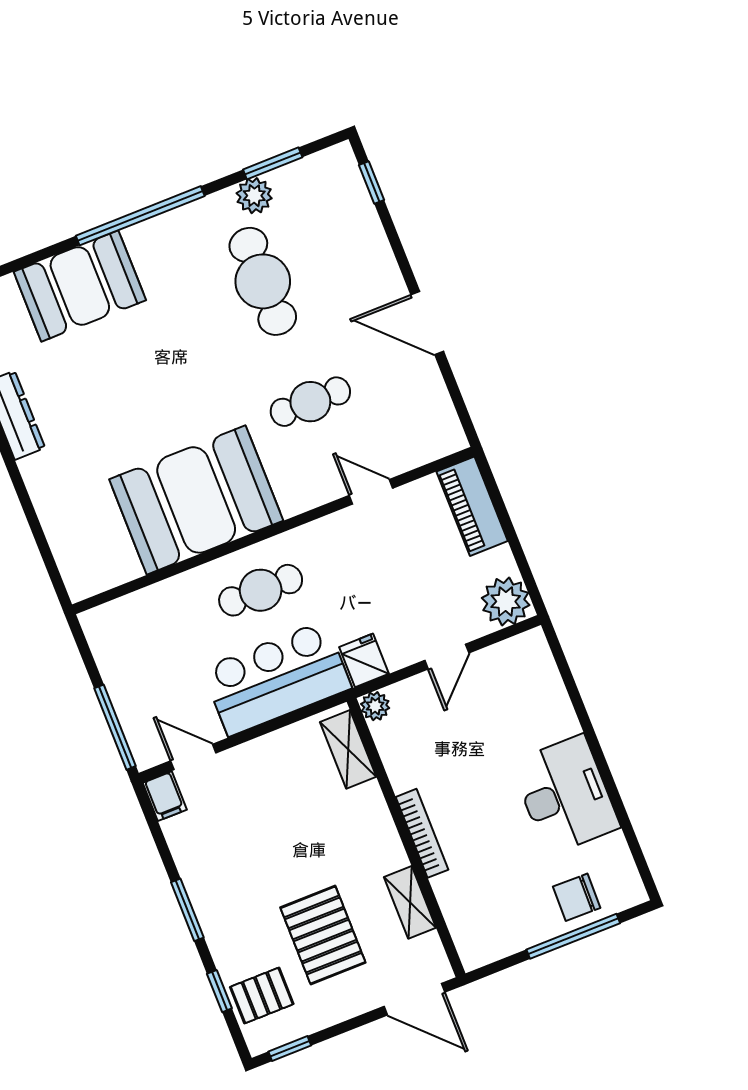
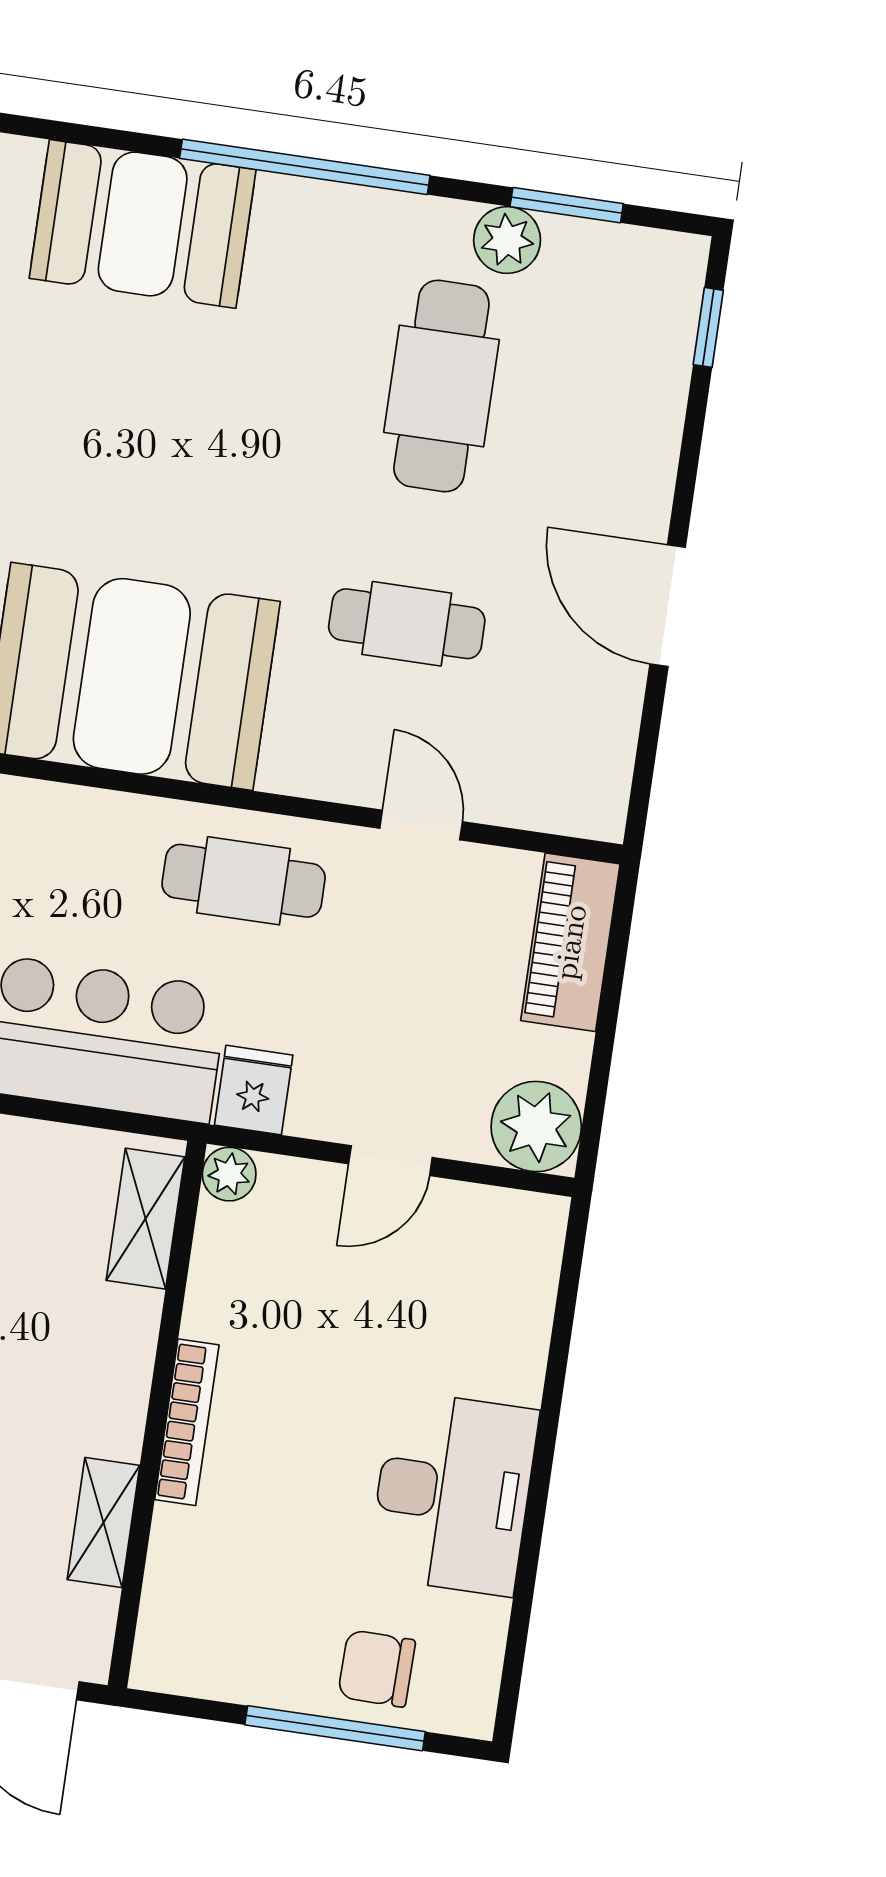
cafe table: (261, 590) -> (244, 881), moved

